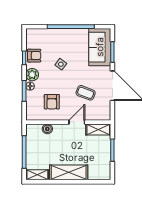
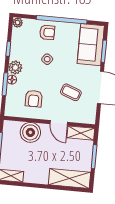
plant: (30, 33) -> (18, 23), added
armchair: (34, 56) -> (47, 32), moved
door: (77, 122) -> (59, 123), swing flipped
boiler: (47, 129) -> (30, 132), width x1.86, depth x1.86
shelving: (69, 172) -> (69, 178), moved

